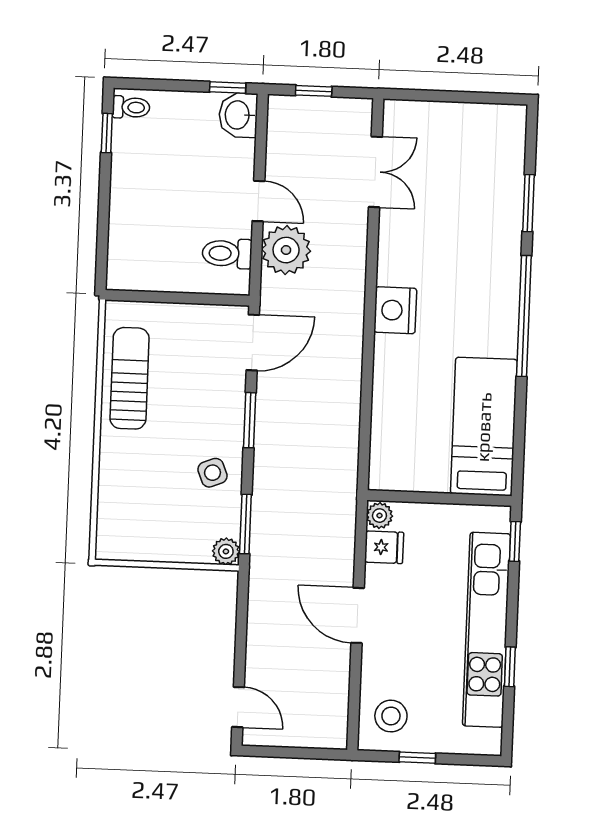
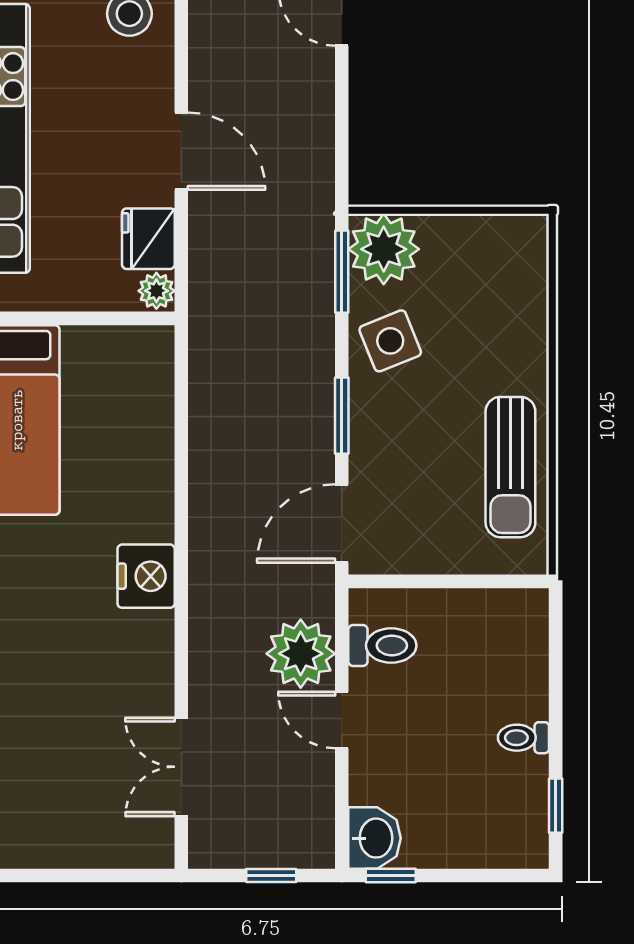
toilet: (131, 107) -> (523, 738), moved
side table: (212, 473) -> (390, 341), width x1.37, depth x1.37
fridge: (384, 547) -> (148, 239), width x1.38
plant: (226, 551) -> (384, 249), width x1.88, depth x1.88

